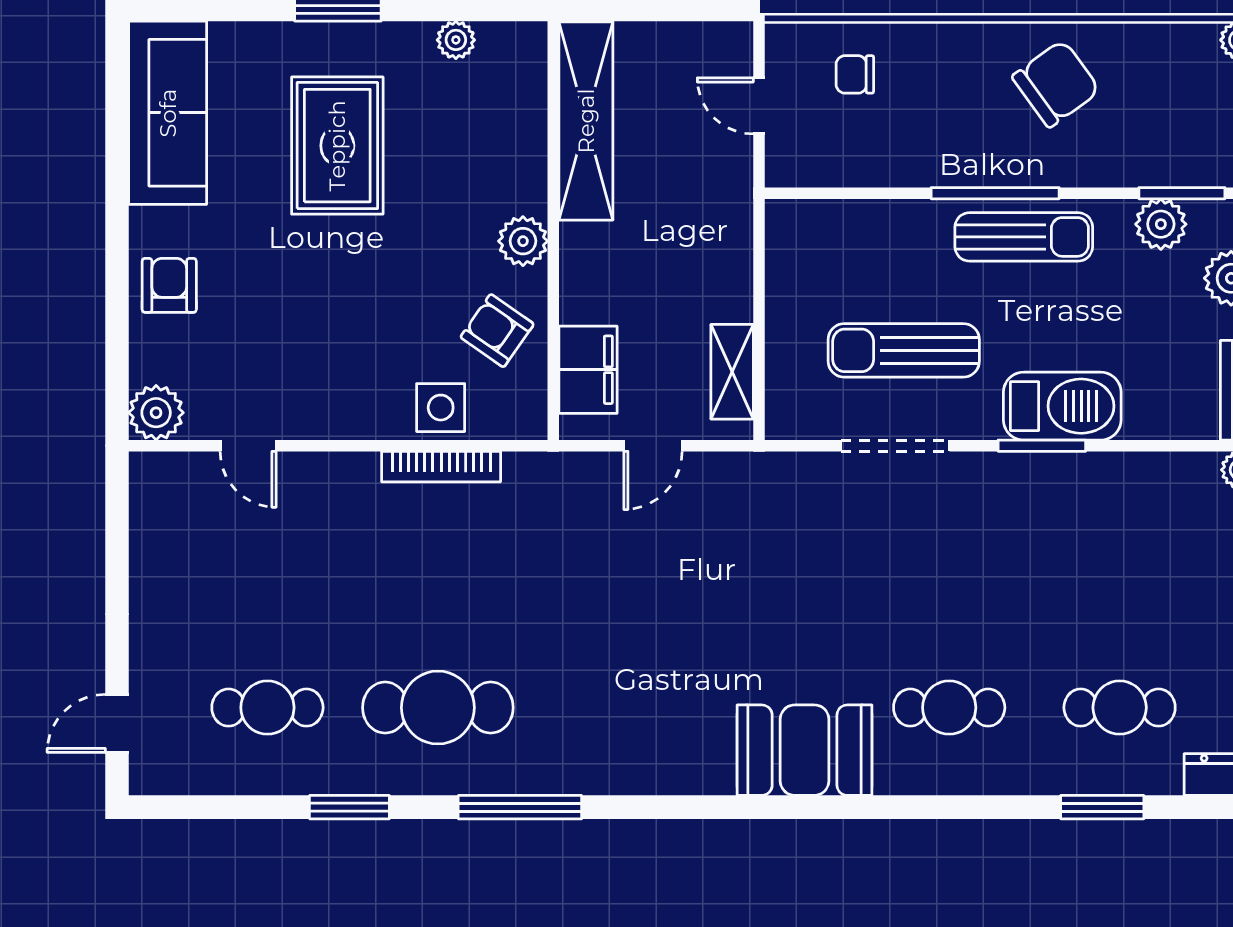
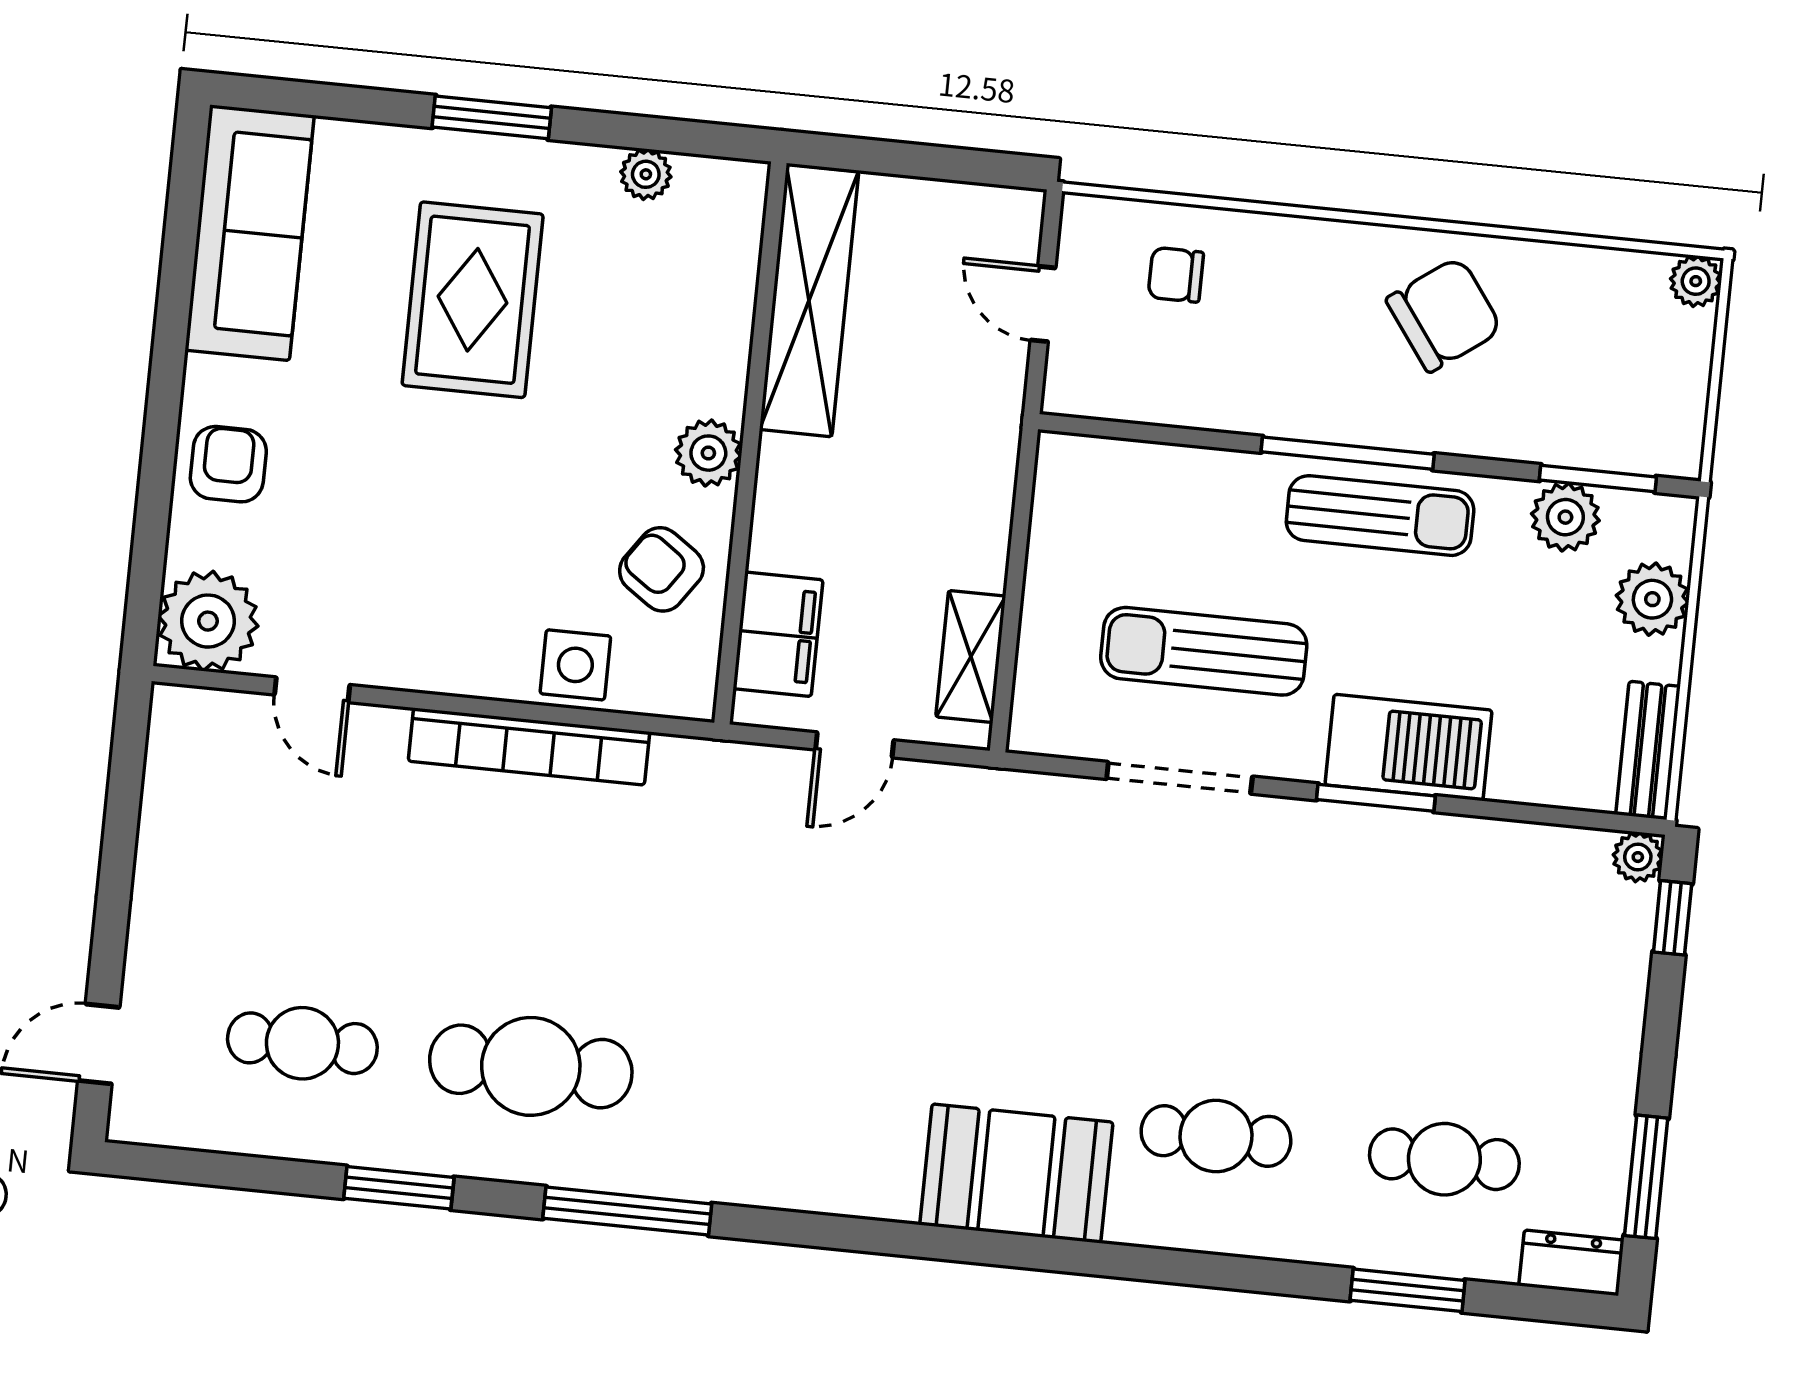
plant: (156, 413) -> (208, 621), width x1.36, depth x1.36
bookcase: (441, 467) -> (529, 746), width x1.48, depth x1.31

